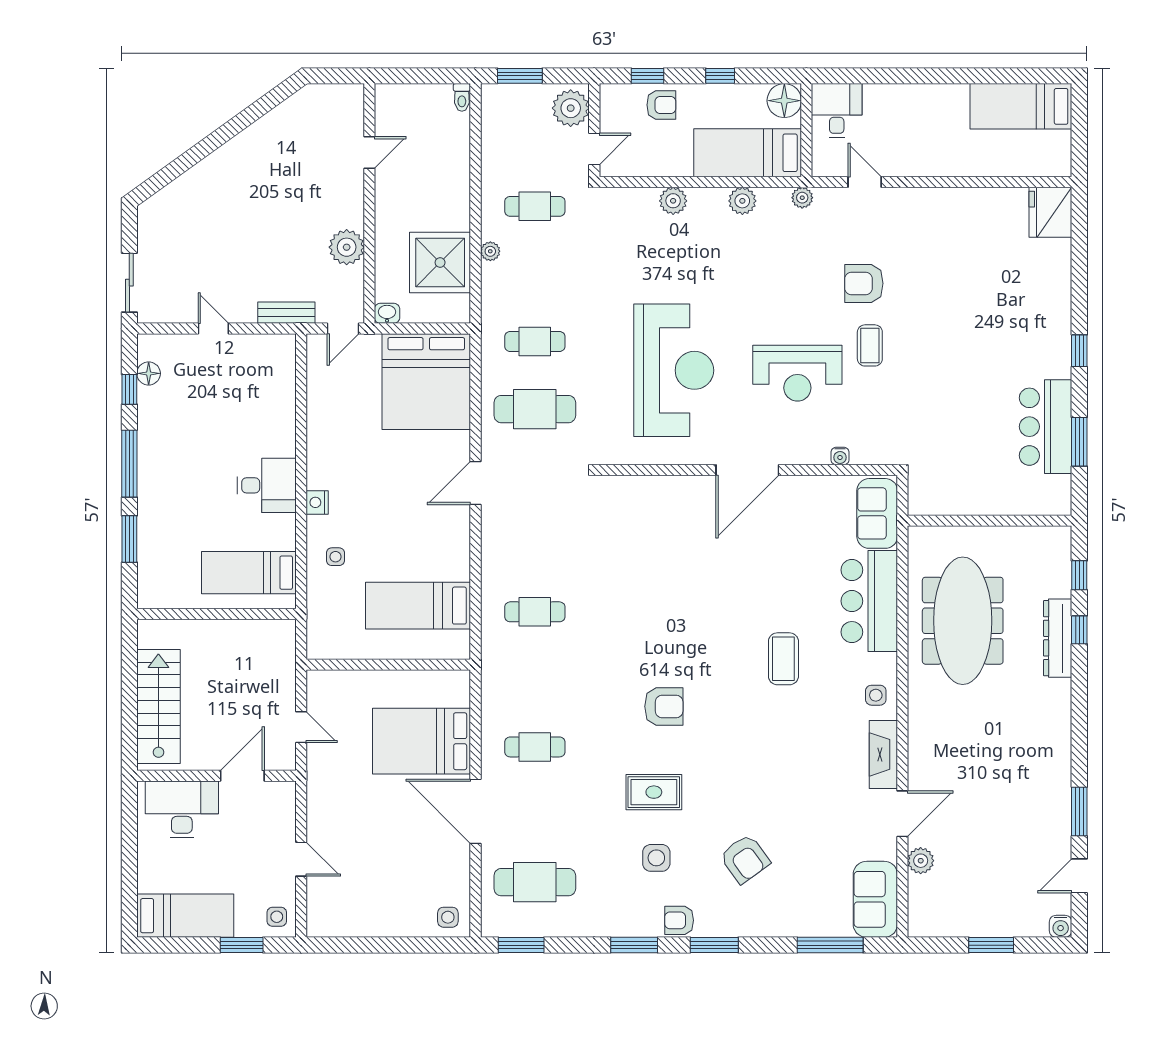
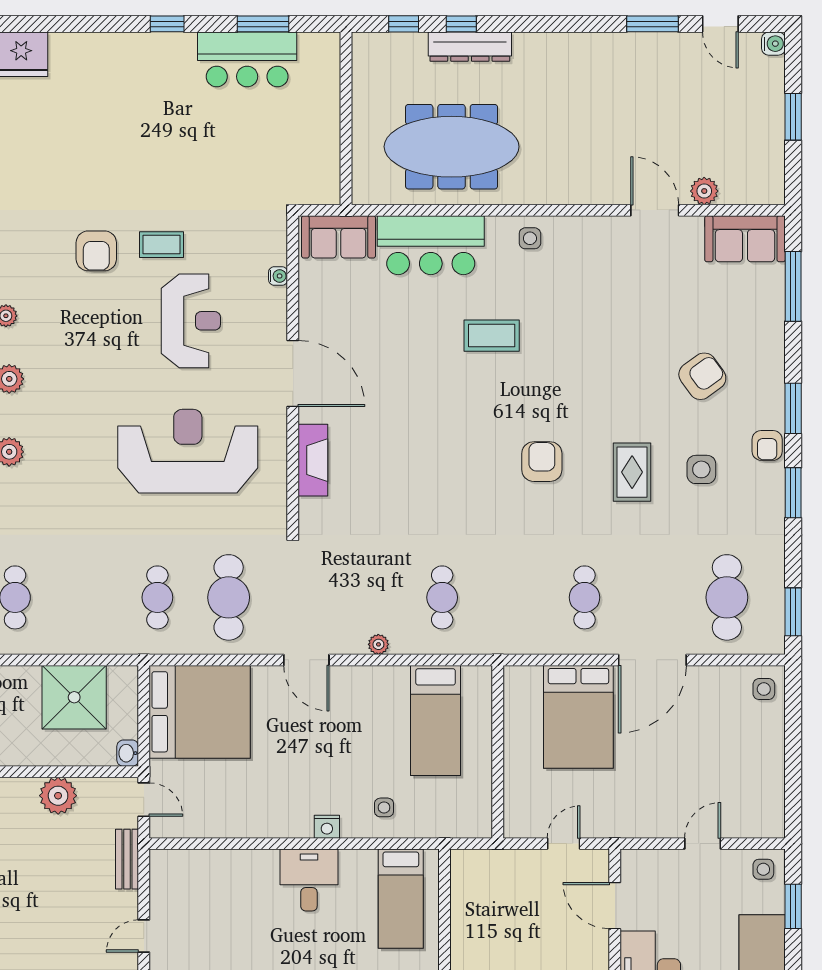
plant: (490, 251) -> (378, 644), moved
fireplace: (883, 754) -> (313, 460), moved, turned -90

